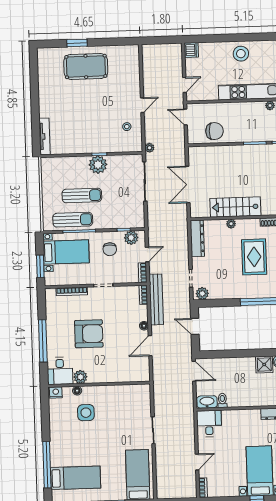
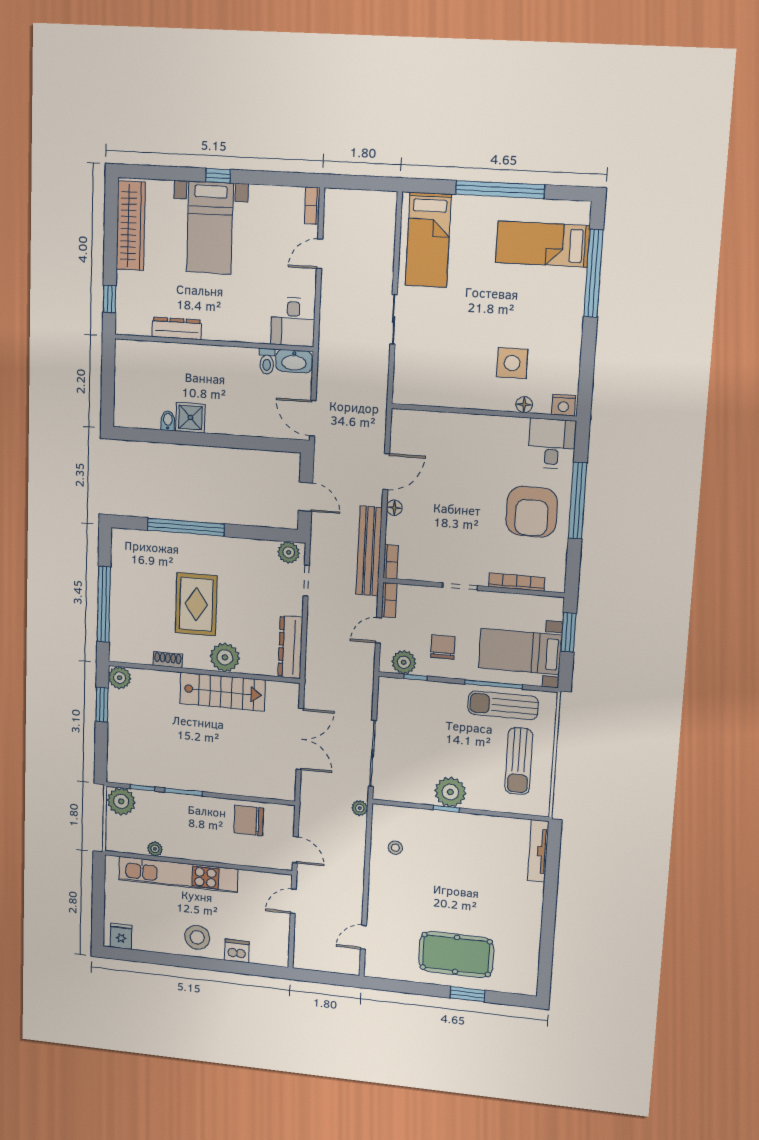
dishwasher: (191, 50) -> (237, 951), moved, turned 90
door: (142, 105) -> (363, 937), moved
sun lounger: (82, 196) -> (519, 761), moved, turned -90
plant: (231, 224) -> (225, 657), width x1.87, depth x1.87
armchair: (89, 334) -> (532, 512), moved, turned -90
plant: (80, 377) -> (516, 429), removed

